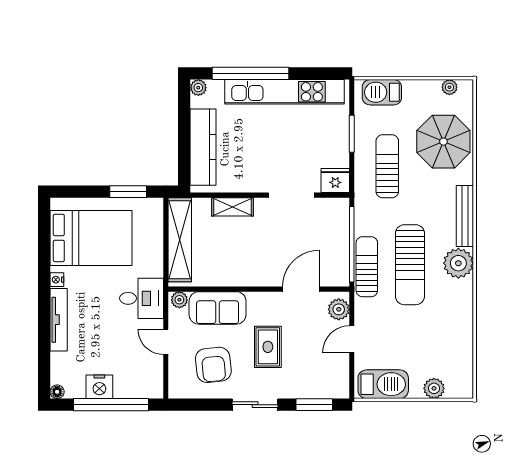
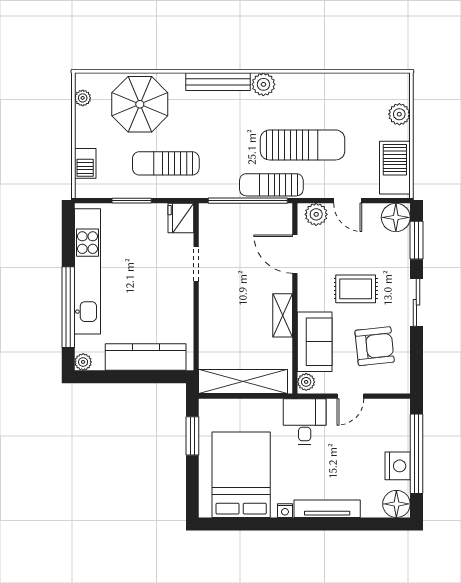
barbecue: (382, 92) -> (85, 163), width x0.73, depth x0.79
doorway: (292, 195) -> (196, 264), width x0.73
shelving: (233, 207) -> (283, 315), moved
plant: (458, 263) -> (263, 84), width x0.73, depth x0.73
sun lounger: (410, 265) -> (303, 145), moved
floor lamp: (336, 385) -> (396, 217), added
floor lamp: (57, 392) -> (396, 504), width x1.89, depth x1.89

